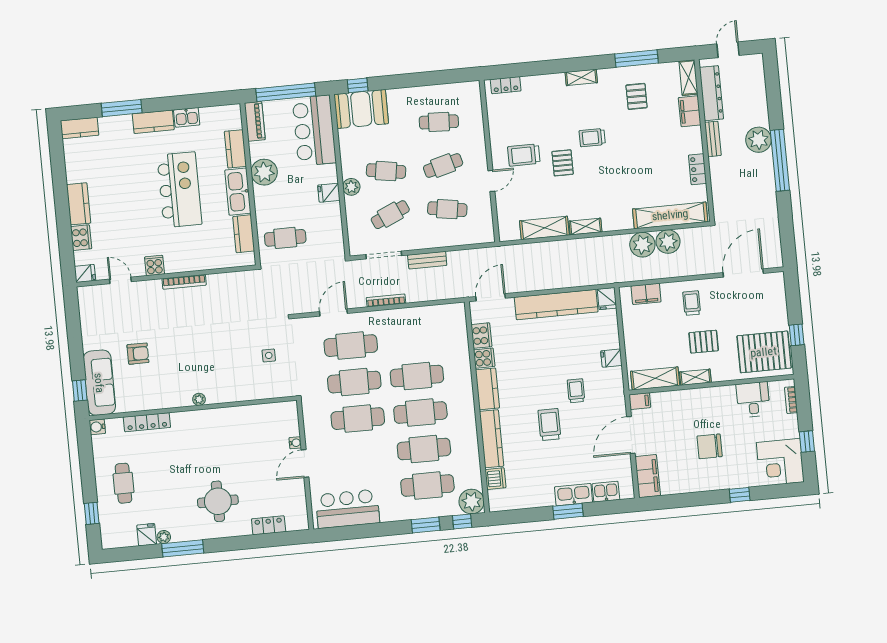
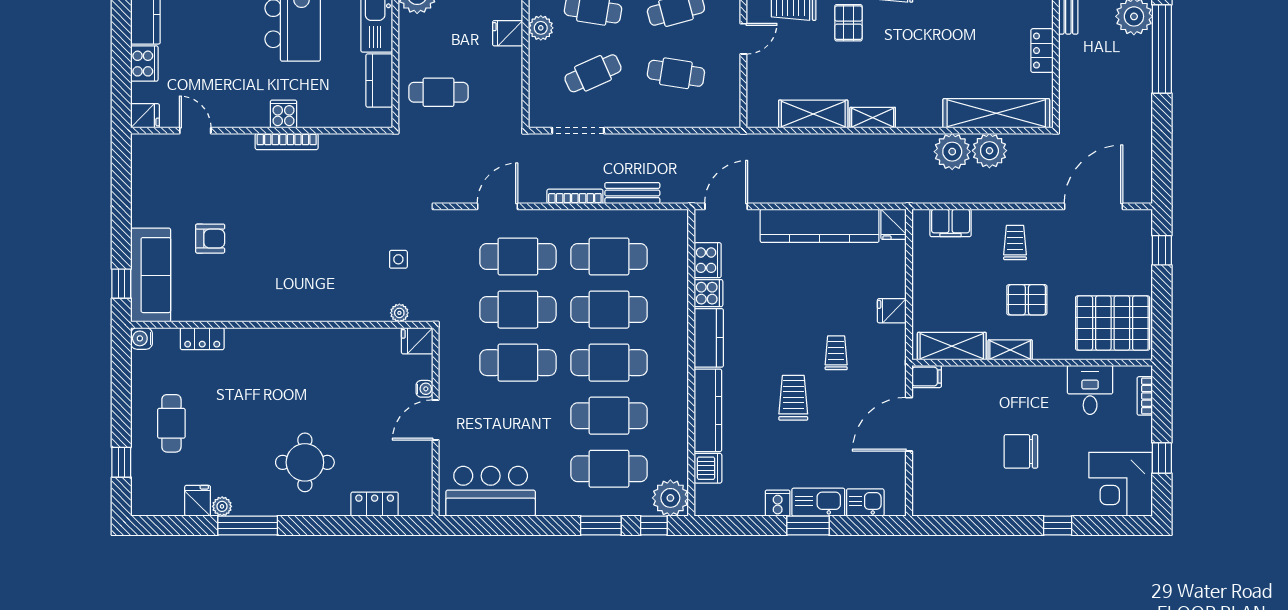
bench: (427, 260) -> (632, 193), moved
cooker: (154, 266) -> (284, 114), moved
window: (797, 335) -> (1162, 250), moved
cafe table: (413, 340) -> (609, 256), added
plant: (199, 399) -> (399, 313), moved
fridge: (287, 410) -> (417, 341), added
locker: (147, 422) -> (202, 339), width x0.66
filing cabinet: (648, 476) -> (928, 486), removed
cooker: (546, 498) -> (778, 503), added

